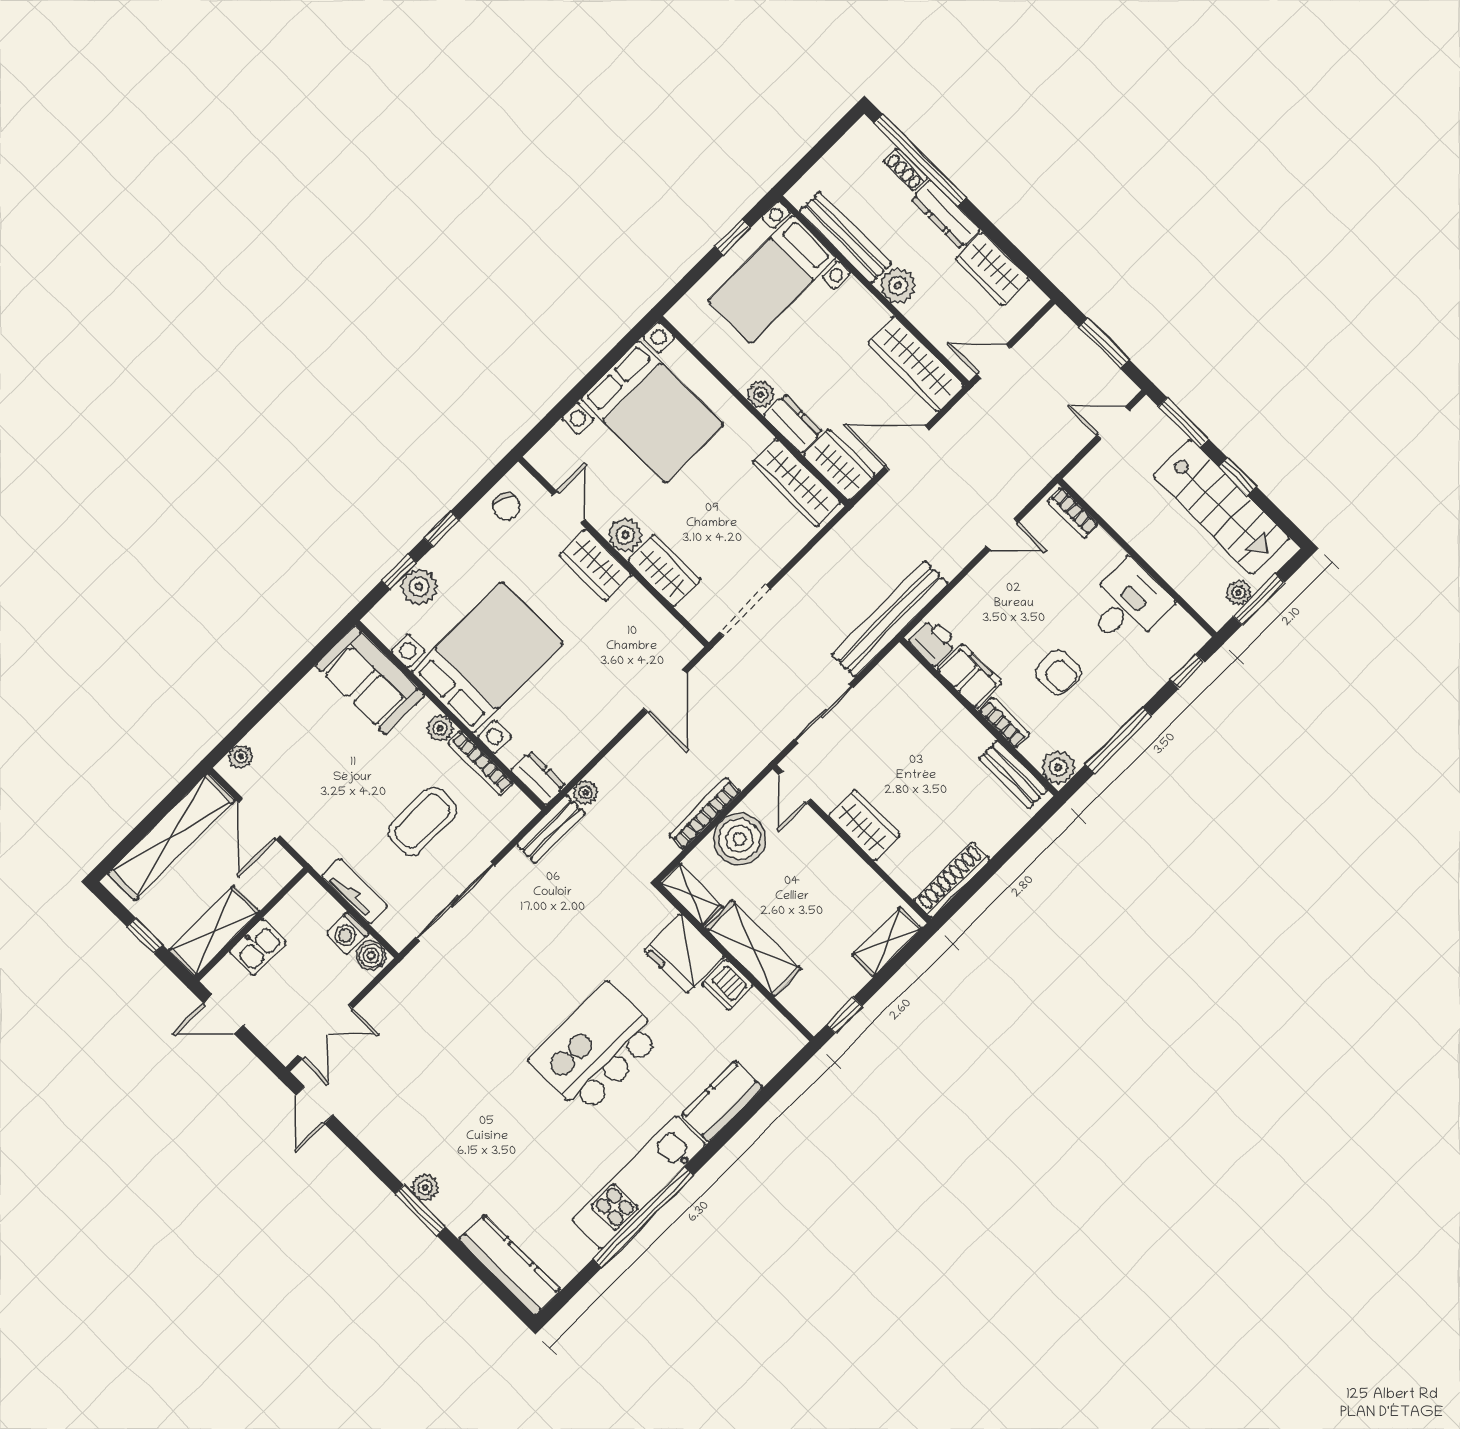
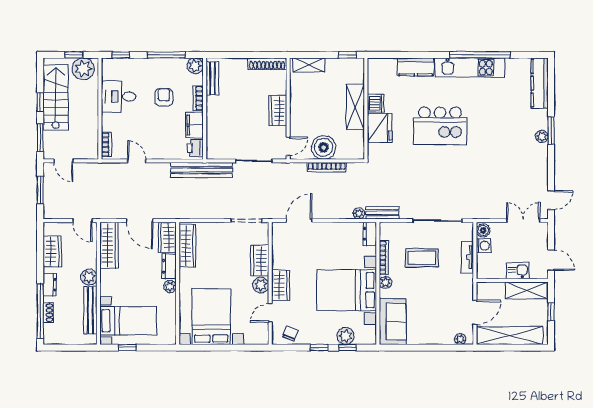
dresser: (946, 214) -> (50, 285), width x0.70
plant: (1239, 593) -> (83, 69), width x1.88, depth x1.88
window: (1259, 599) -> (74, 55), width x0.67
shelving: (691, 895) -> (358, 145), removed

